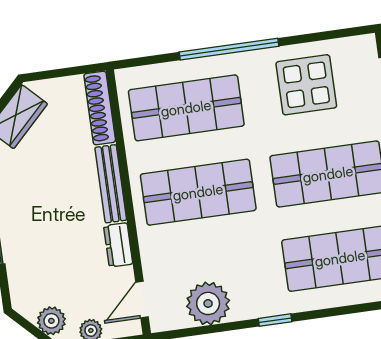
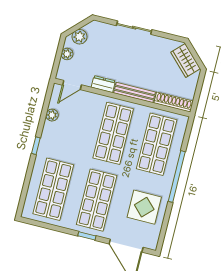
door: (142, 300) -> (72, 85), swing flipped
plant: (208, 303) -> (52, 115), width x0.53, depth x0.53

